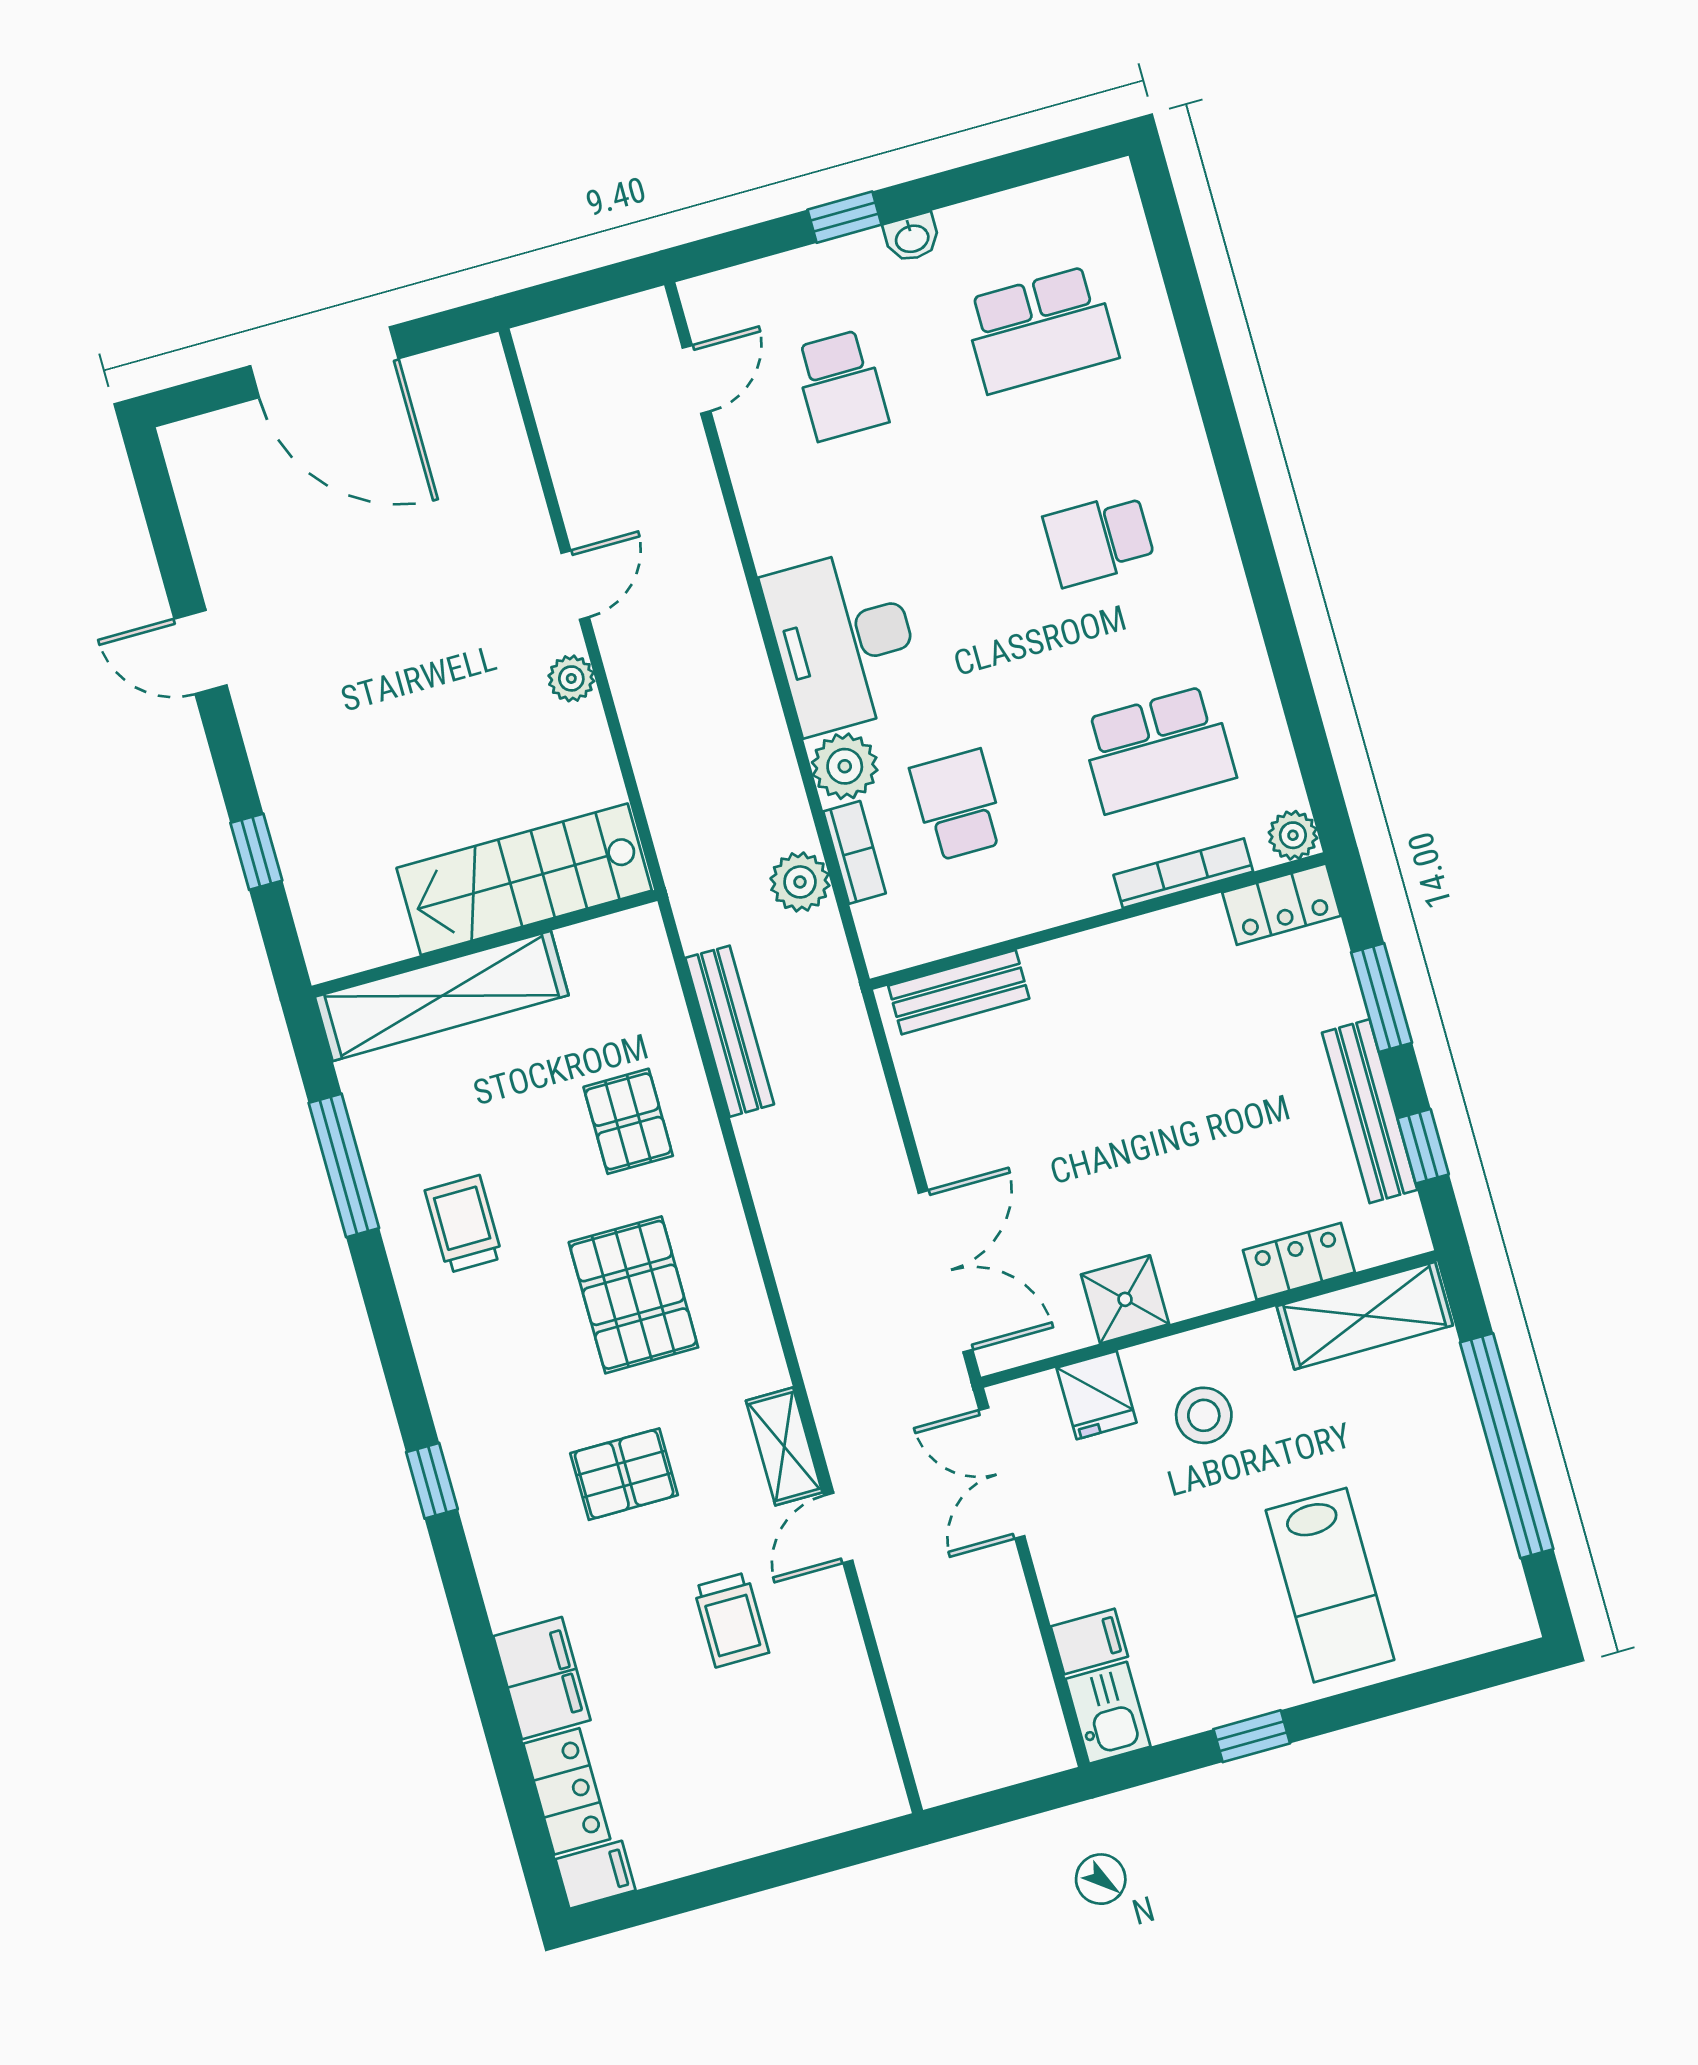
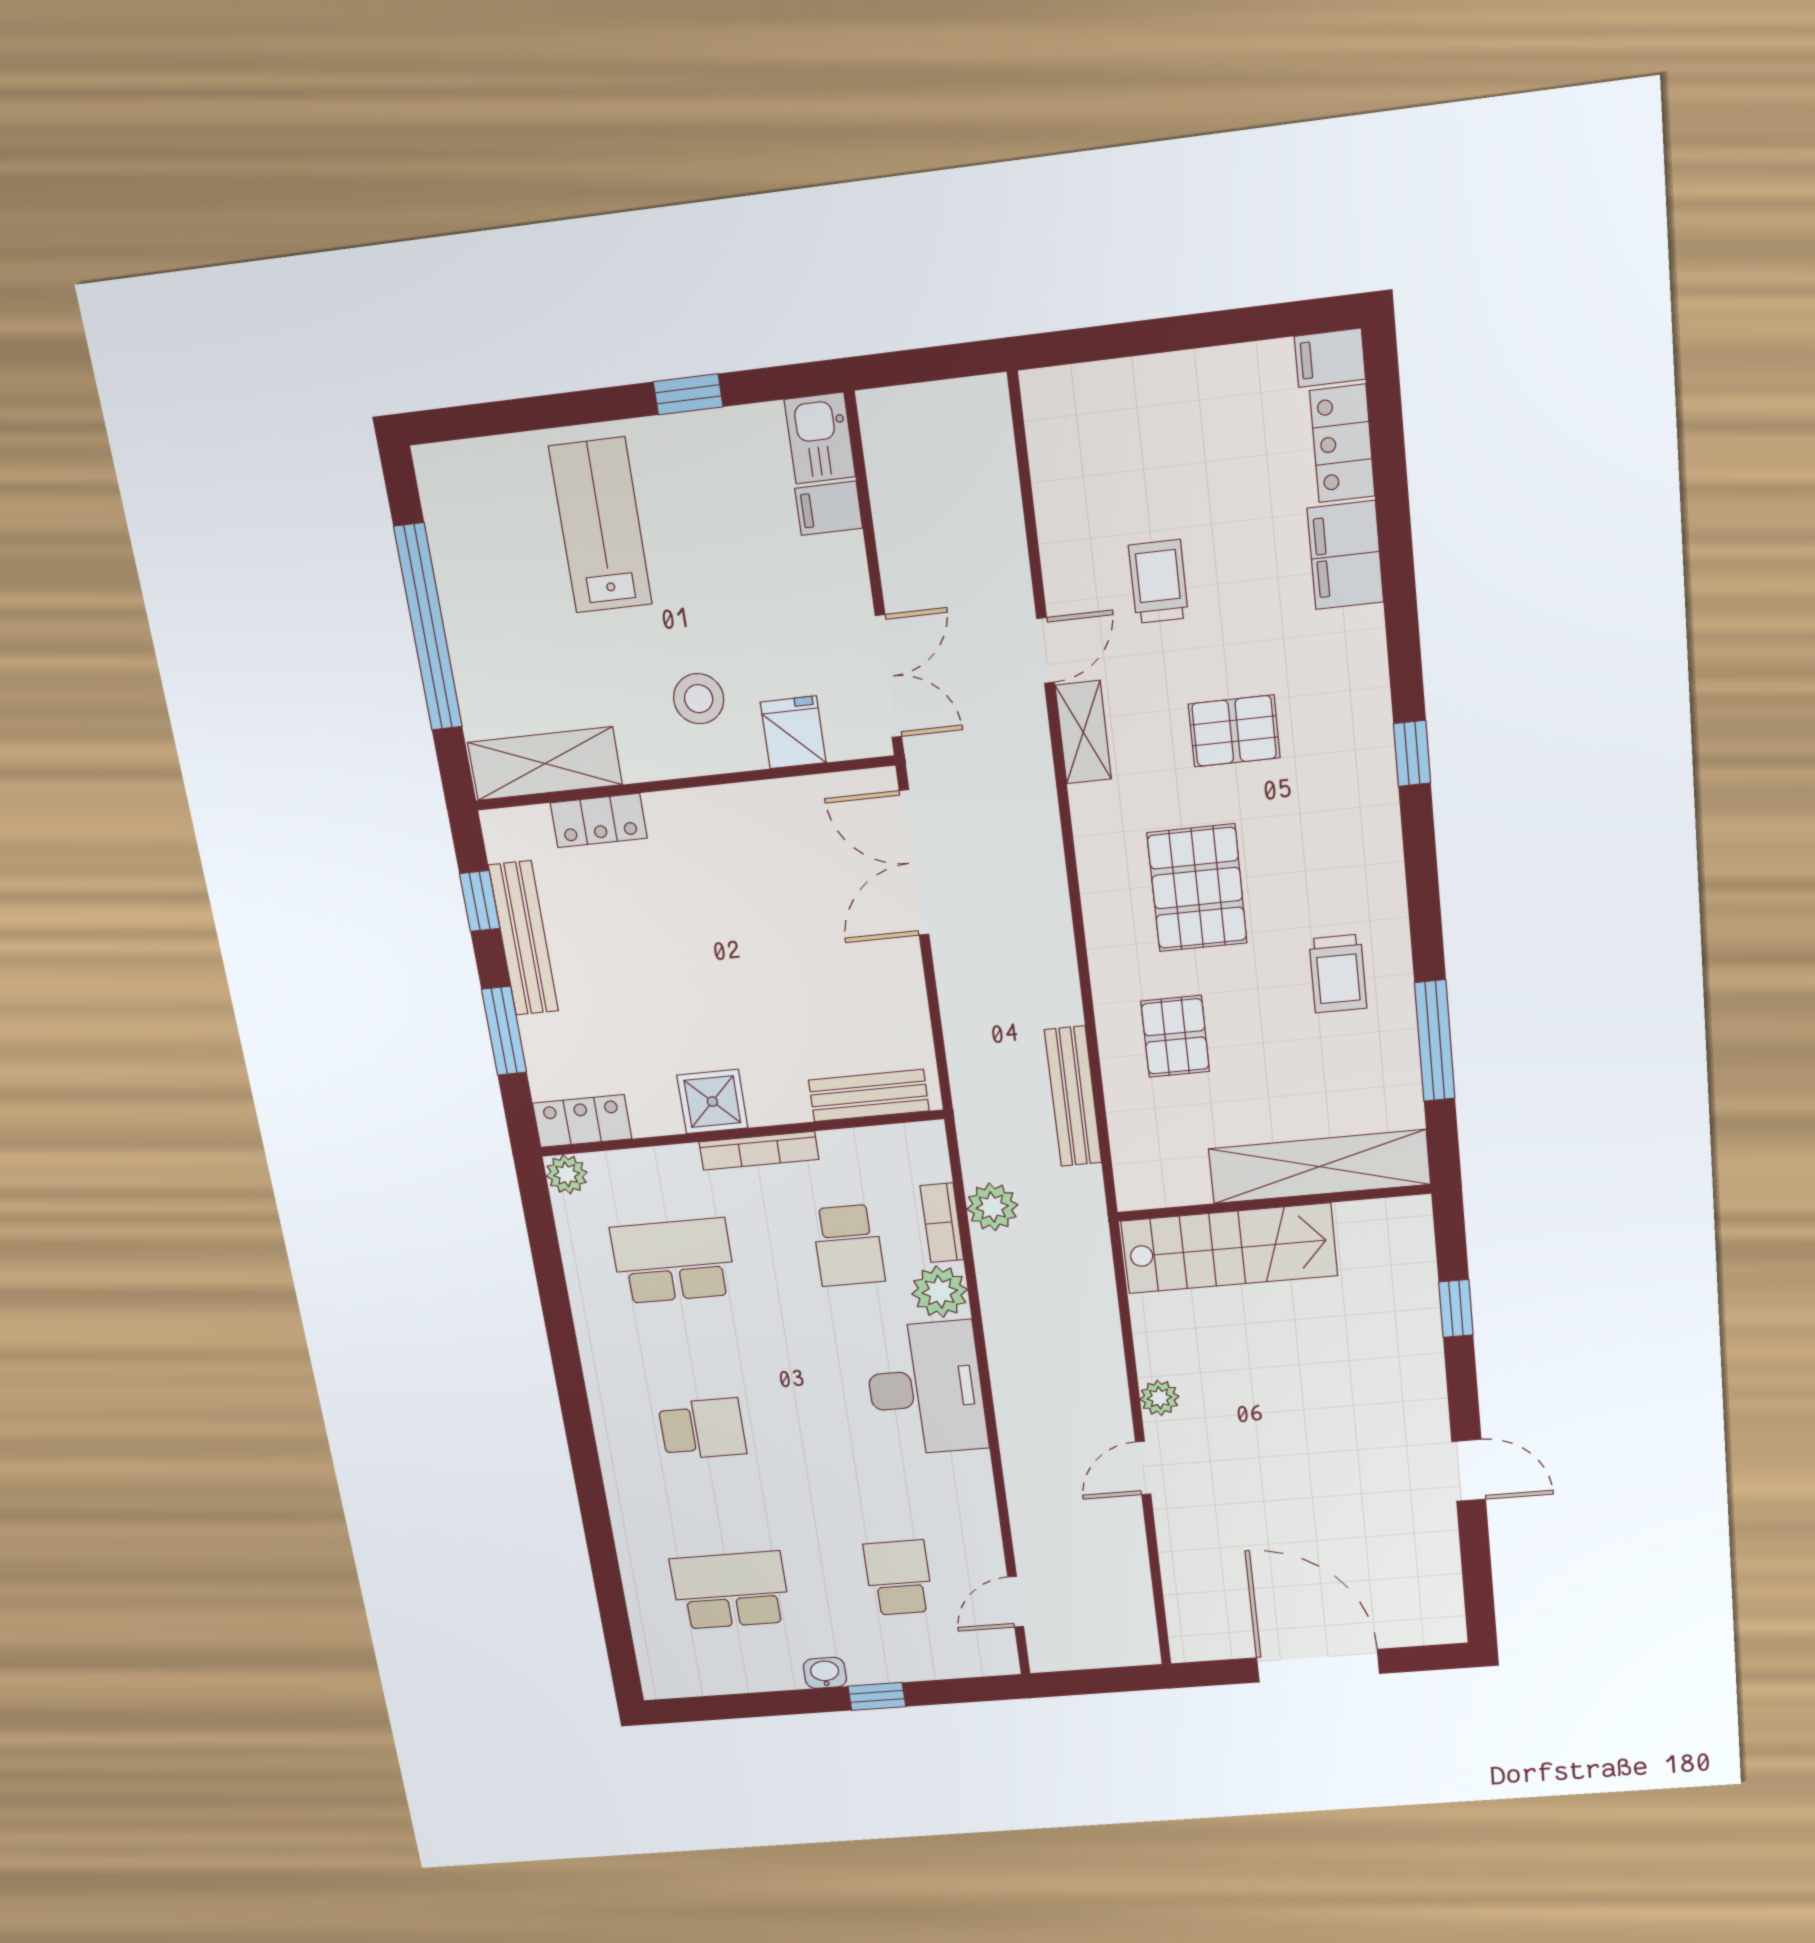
bookcase: (1183, 873) -> (759, 1151), moved
shower: (1125, 1299) -> (712, 1102), moved

